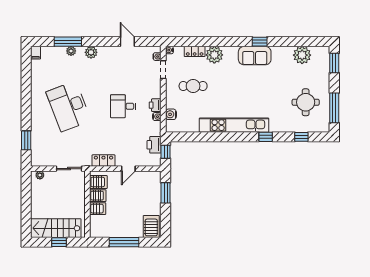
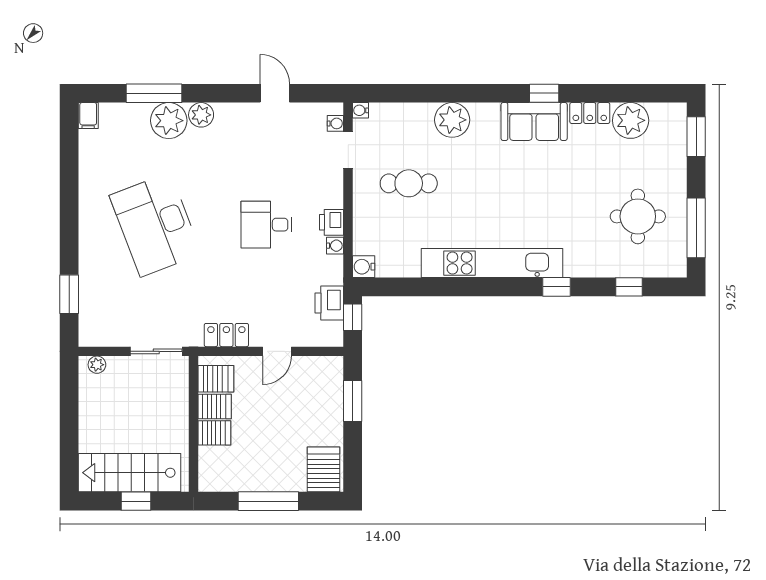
plant: (71, 51) -> (169, 121), width x1.87, depth x1.87
locker: (195, 51) -> (590, 113), moved
water cooler: (171, 114) -> (364, 267), moved

